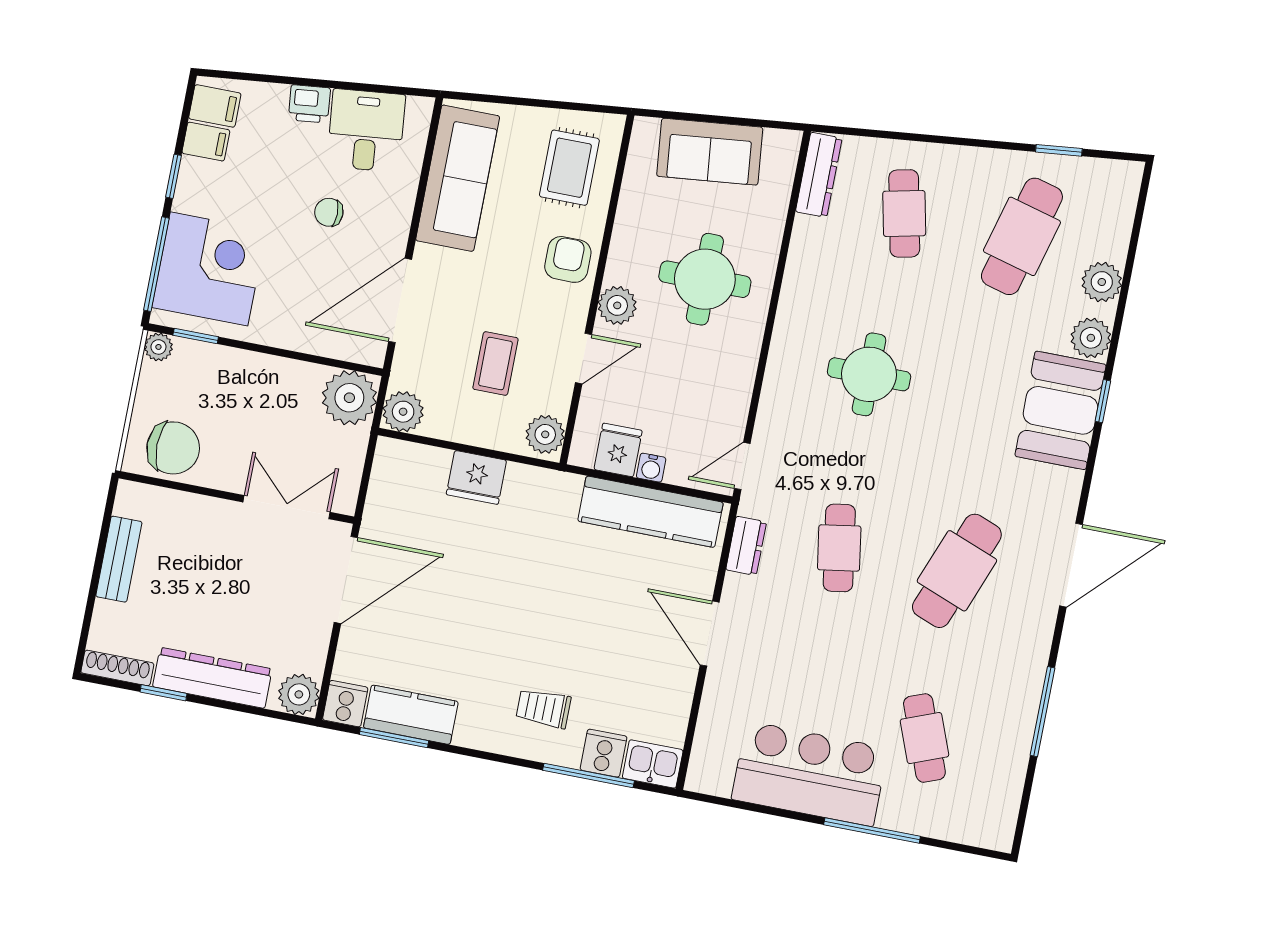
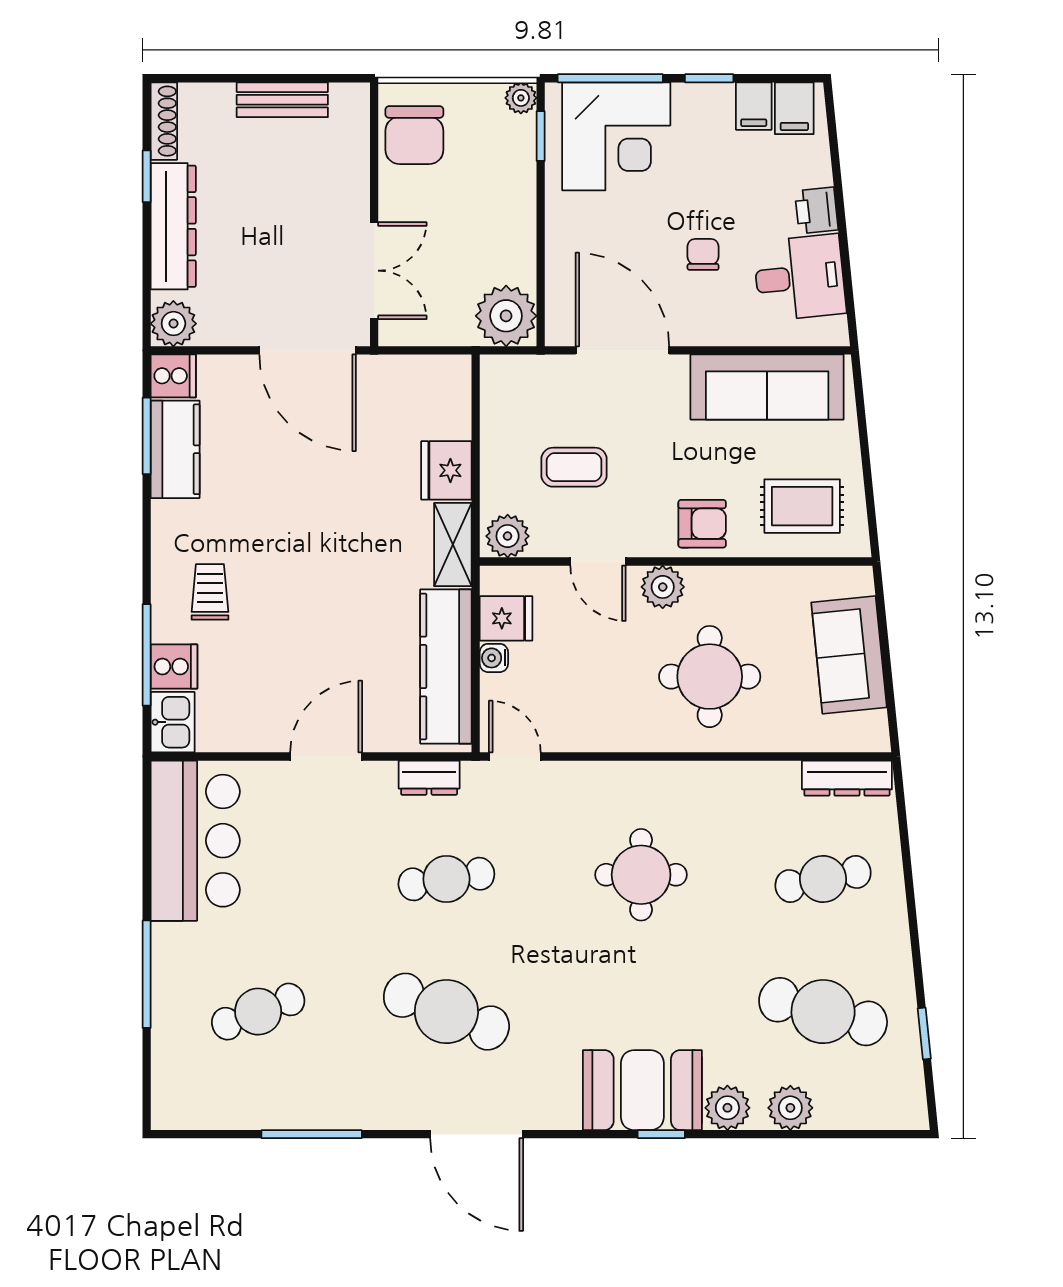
plant: (403, 412) -> (502, 377), removed
shelving: (543, 485) -> (453, 545), added
bar counter: (810, 774) -> (195, 841), moved

